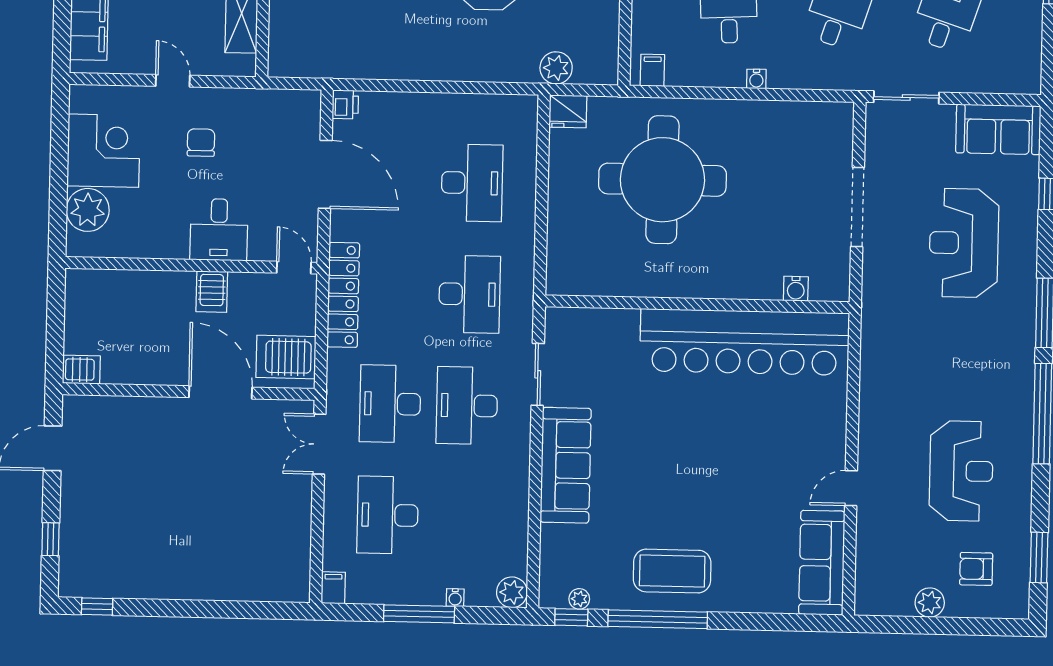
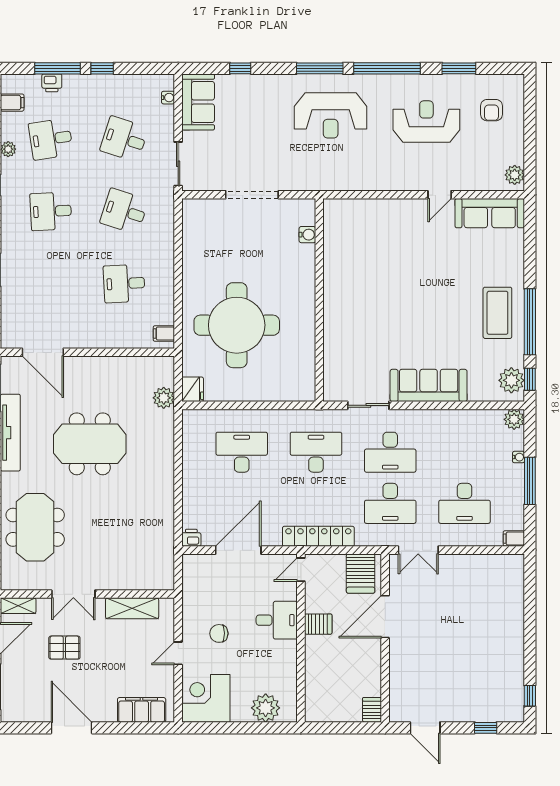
water cooler: (756, 79) -> (168, 98), moved
corner desk: (104, 151) -> (206, 698), moved
reception desk: (964, 243) -> (331, 115), moved
bar counter: (744, 342) -> (344, 268), removed
door: (851, 488) -> (440, 195), hinge flipped
window: (1039, 557) -> (459, 68), moved
plant: (579, 599) -> (511, 380), width x1.88, depth x1.88
plant: (930, 603) -> (515, 175), moved

